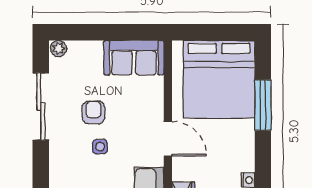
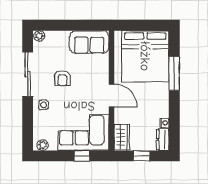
armchair: (93, 112) -> (62, 78), turned 180
side table: (100, 147) -> (43, 105), moved

